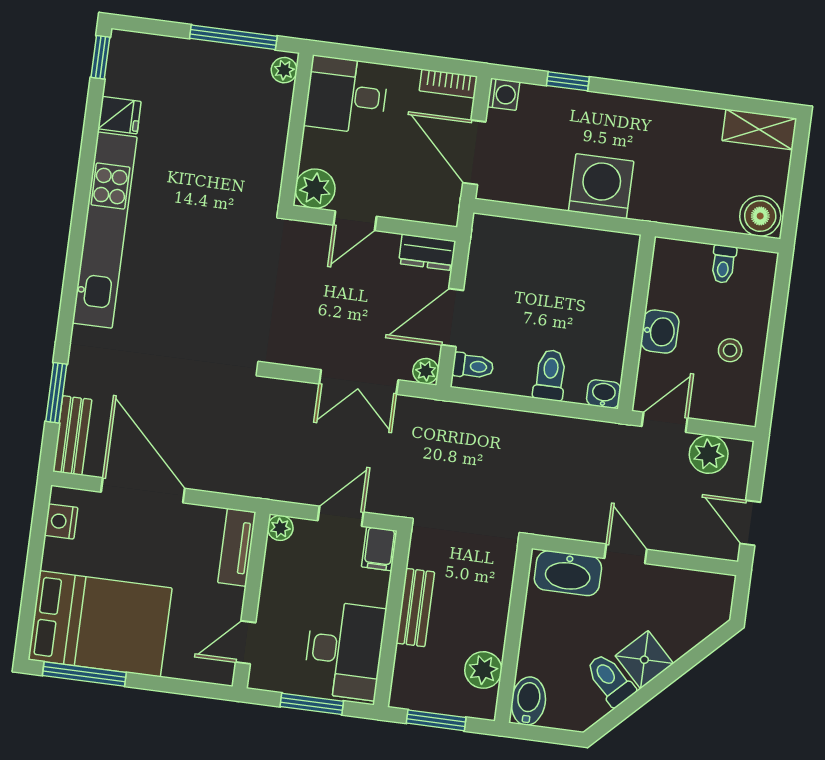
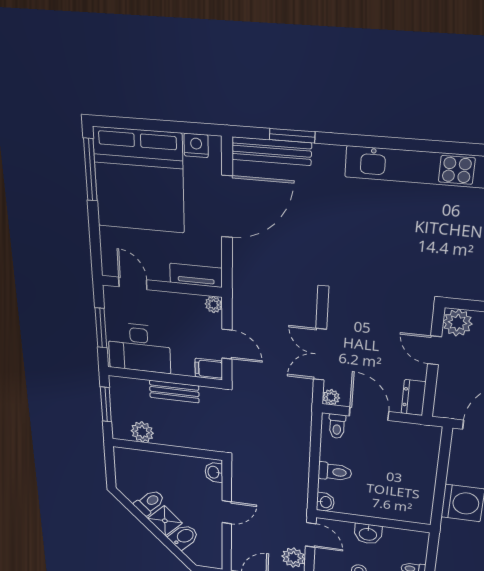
bench: (72, 435) -> (271, 151), width x1.36
washbasin: (568, 573) -> (214, 472), width x0.52, depth x0.69
bed: (100, 624) -> (139, 180), width x1.36
bidet: (528, 701) -> (184, 537), moved, turned -45

